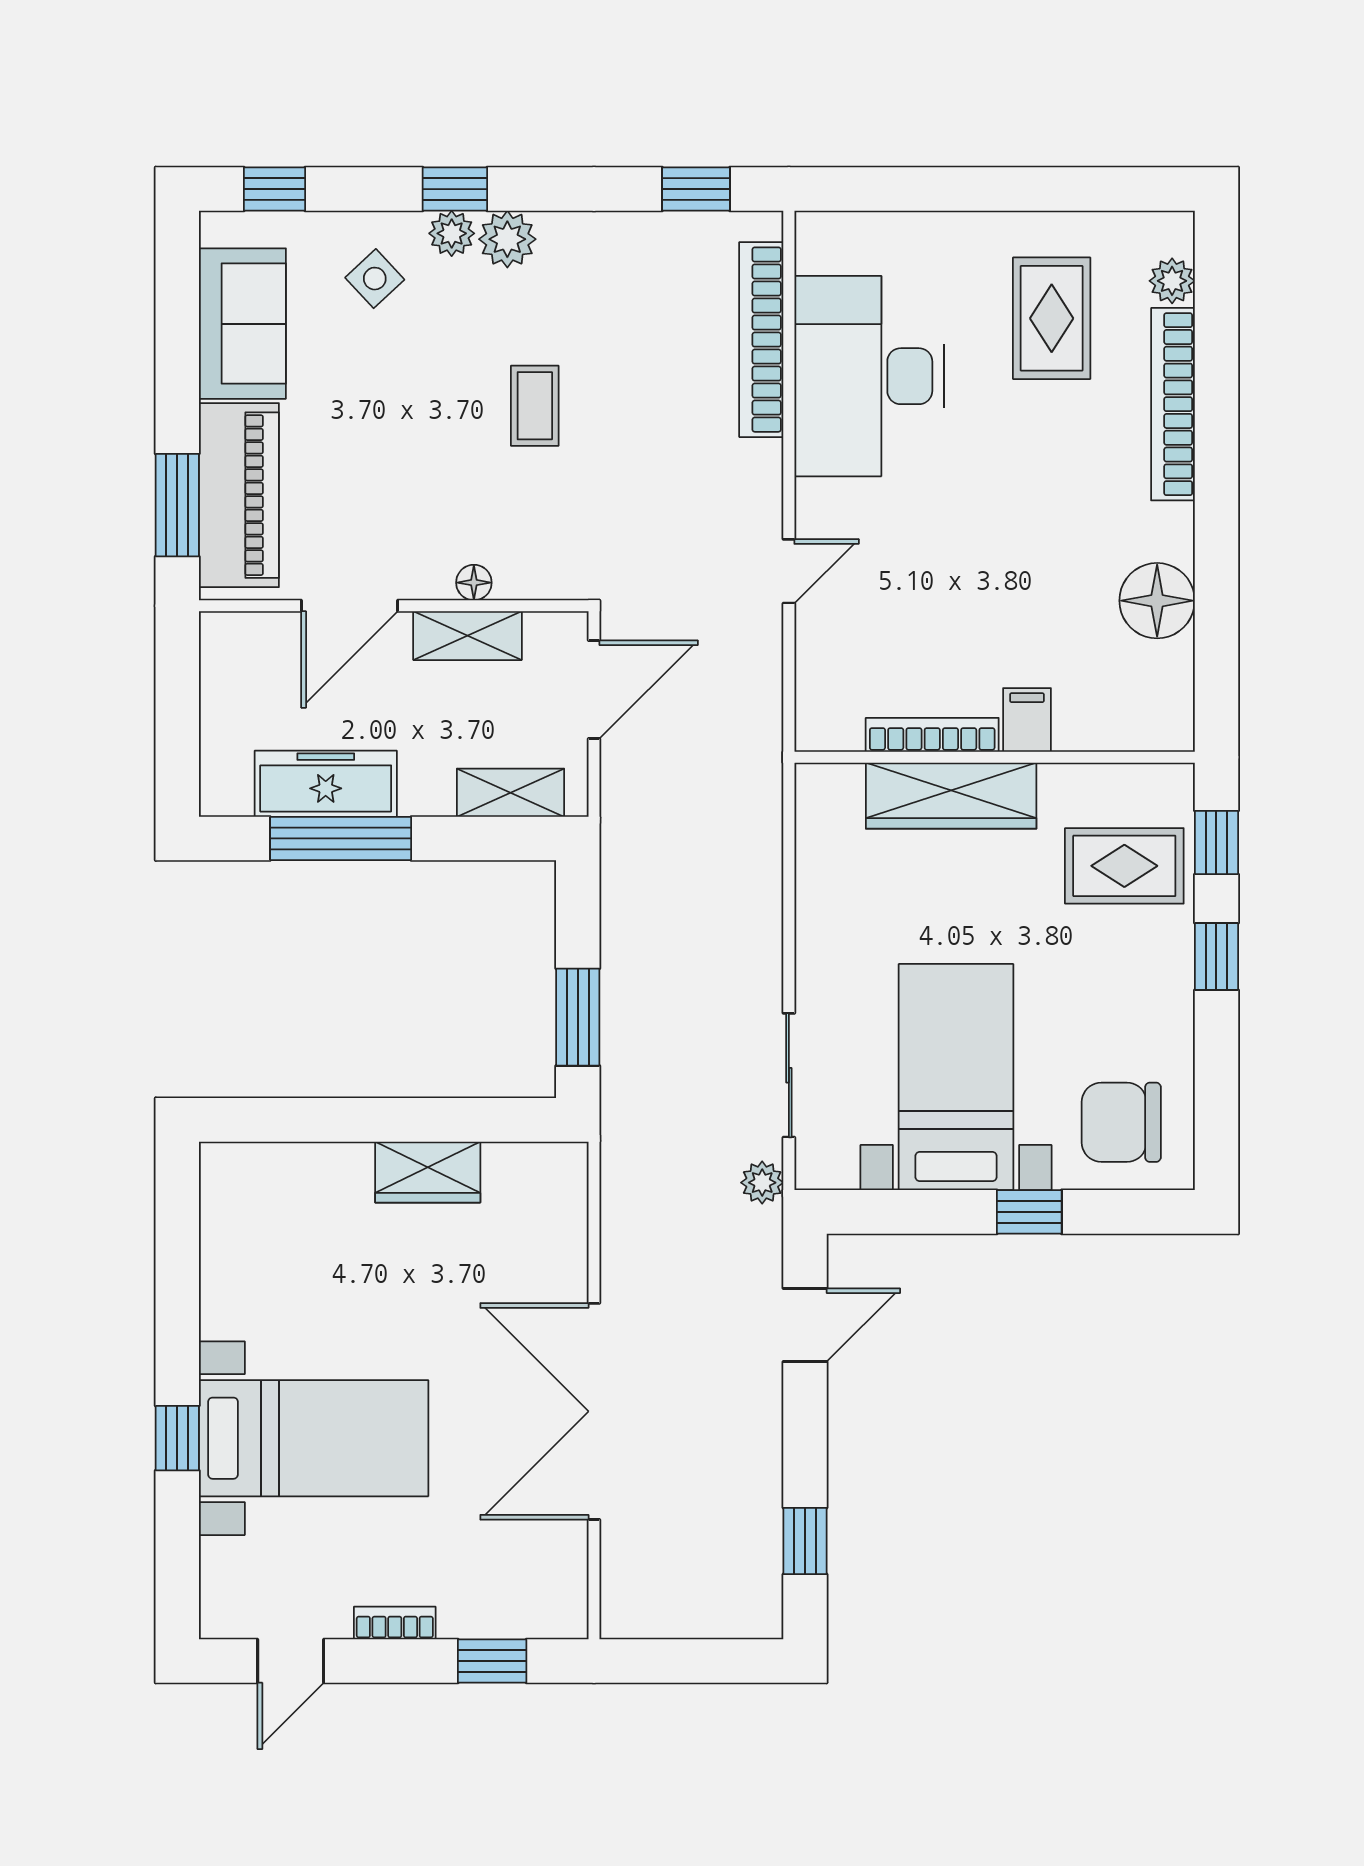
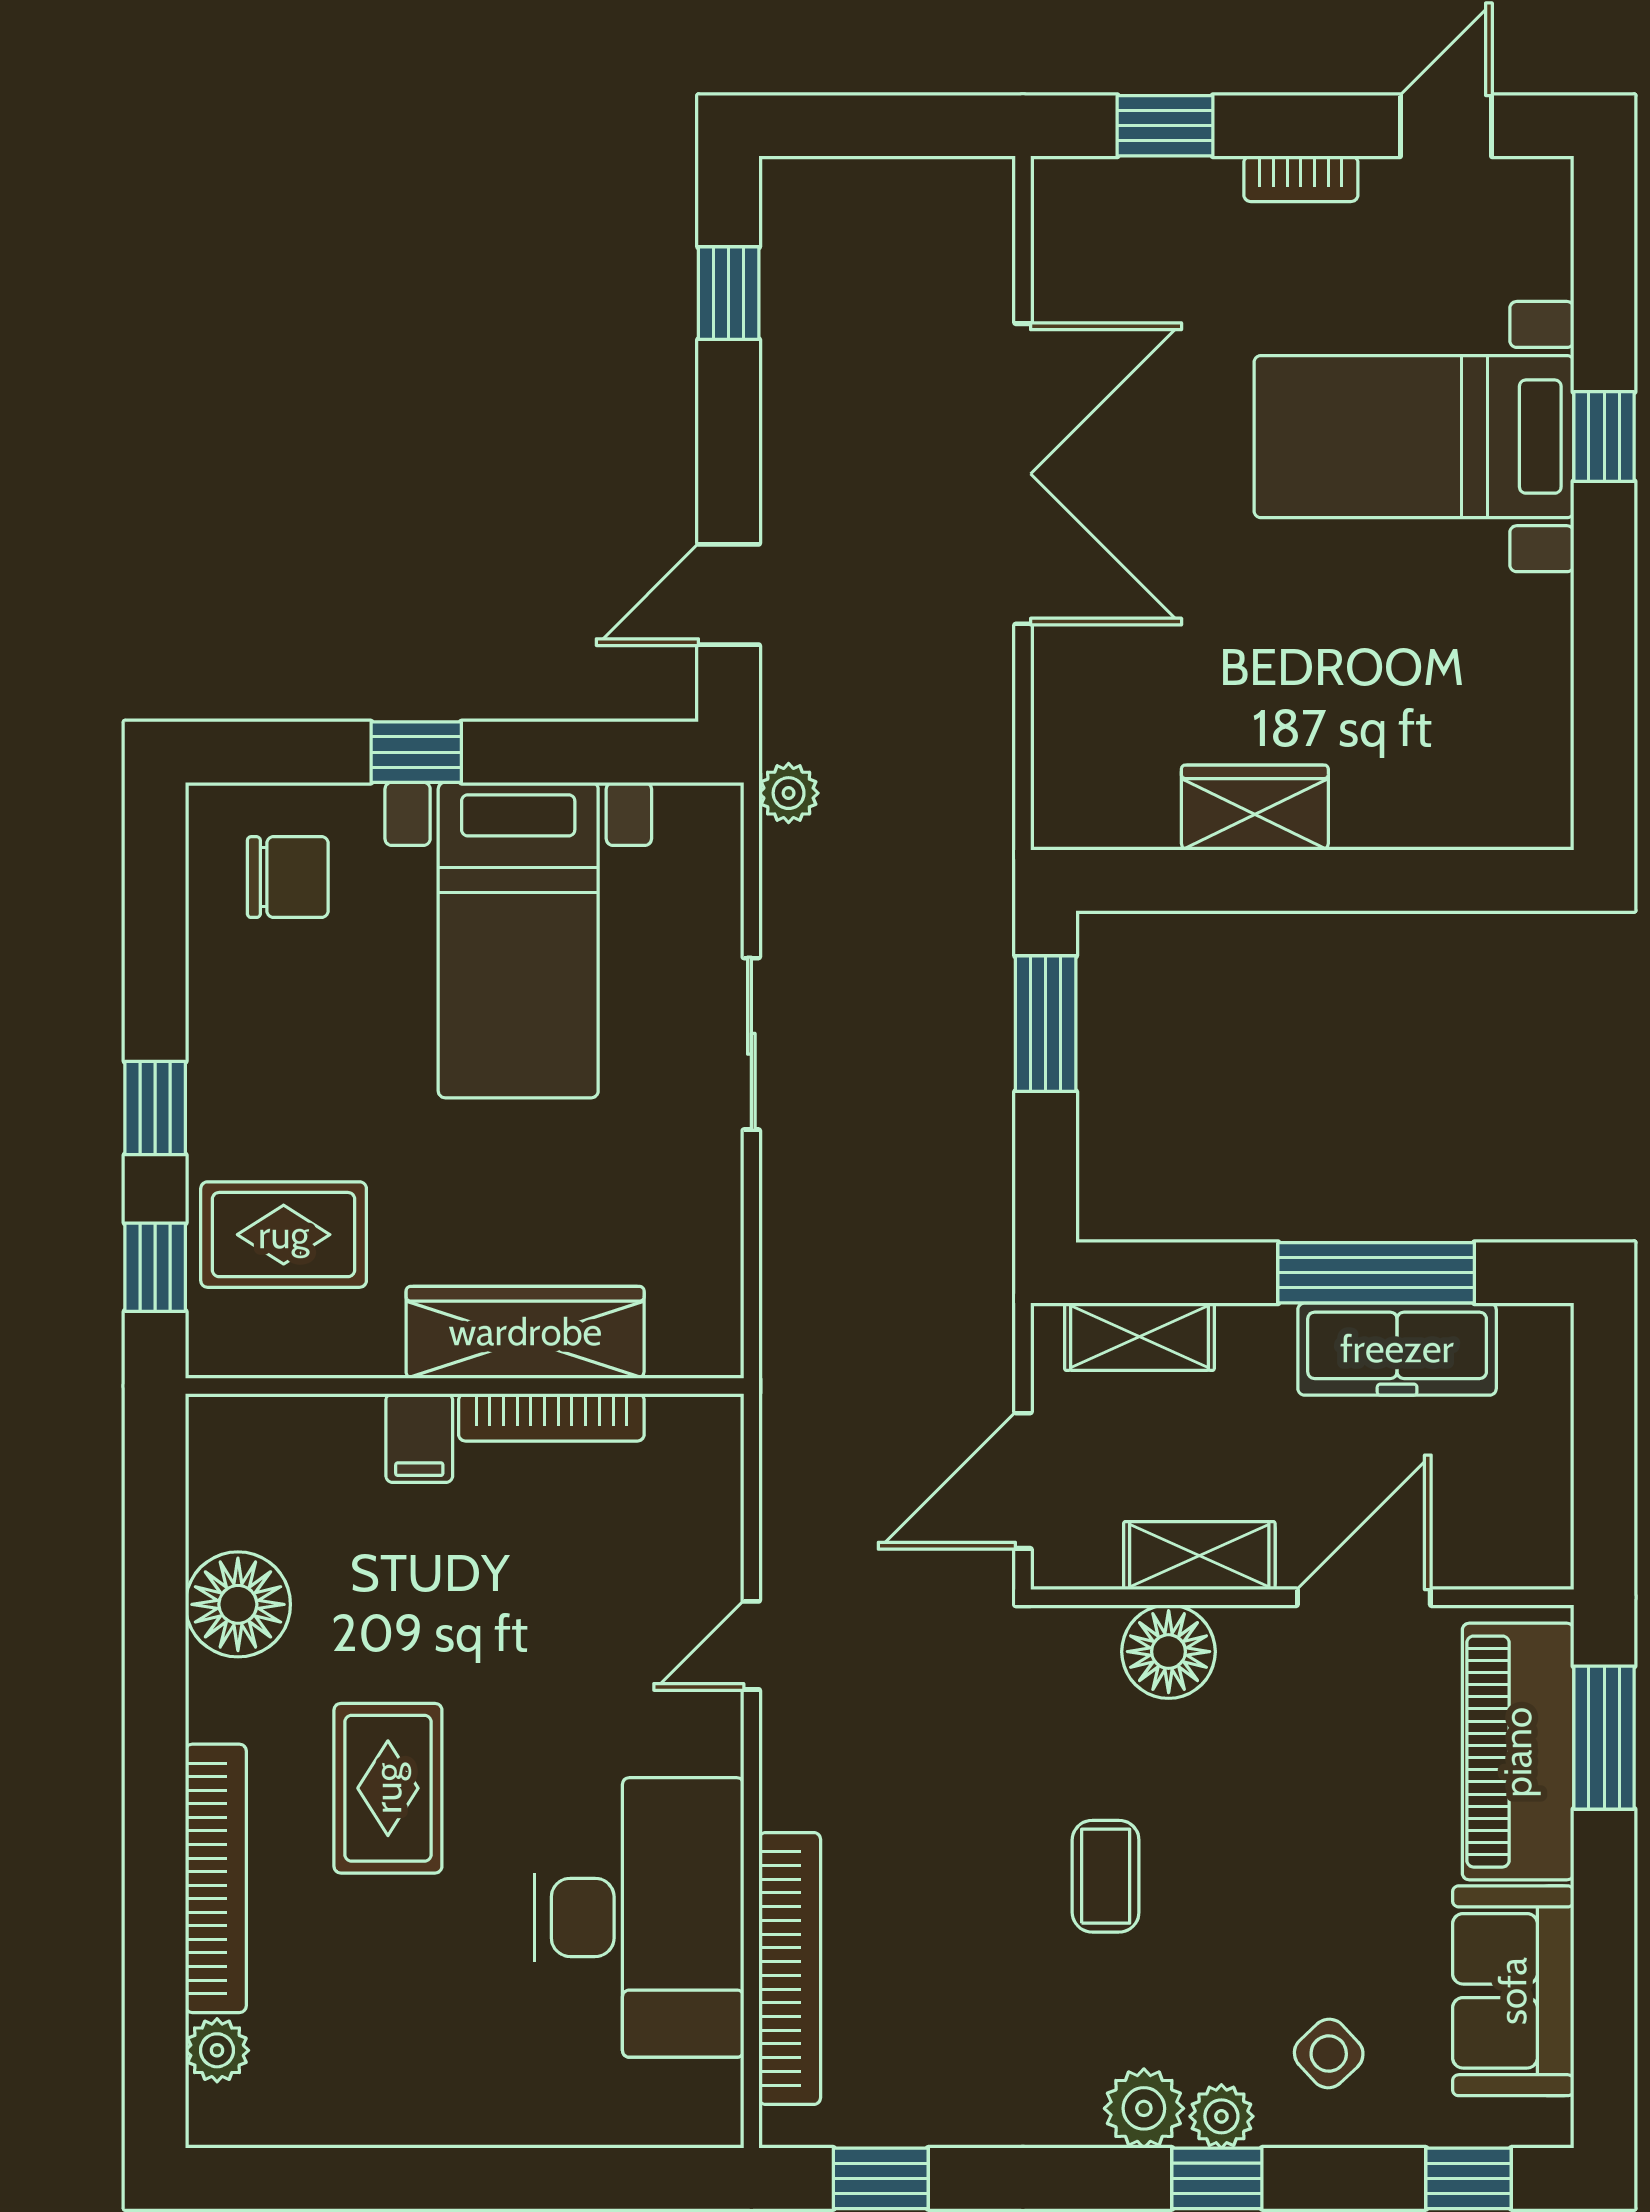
rug: (1052, 318) -> (388, 1788), moved
floor lamp: (474, 583) -> (1169, 1652), width x1.89, depth x1.89
sliding door: (789, 1075) -> (751, 1044), moved
chair: (1121, 1122) -> (288, 877), width x0.73, depth x0.73

